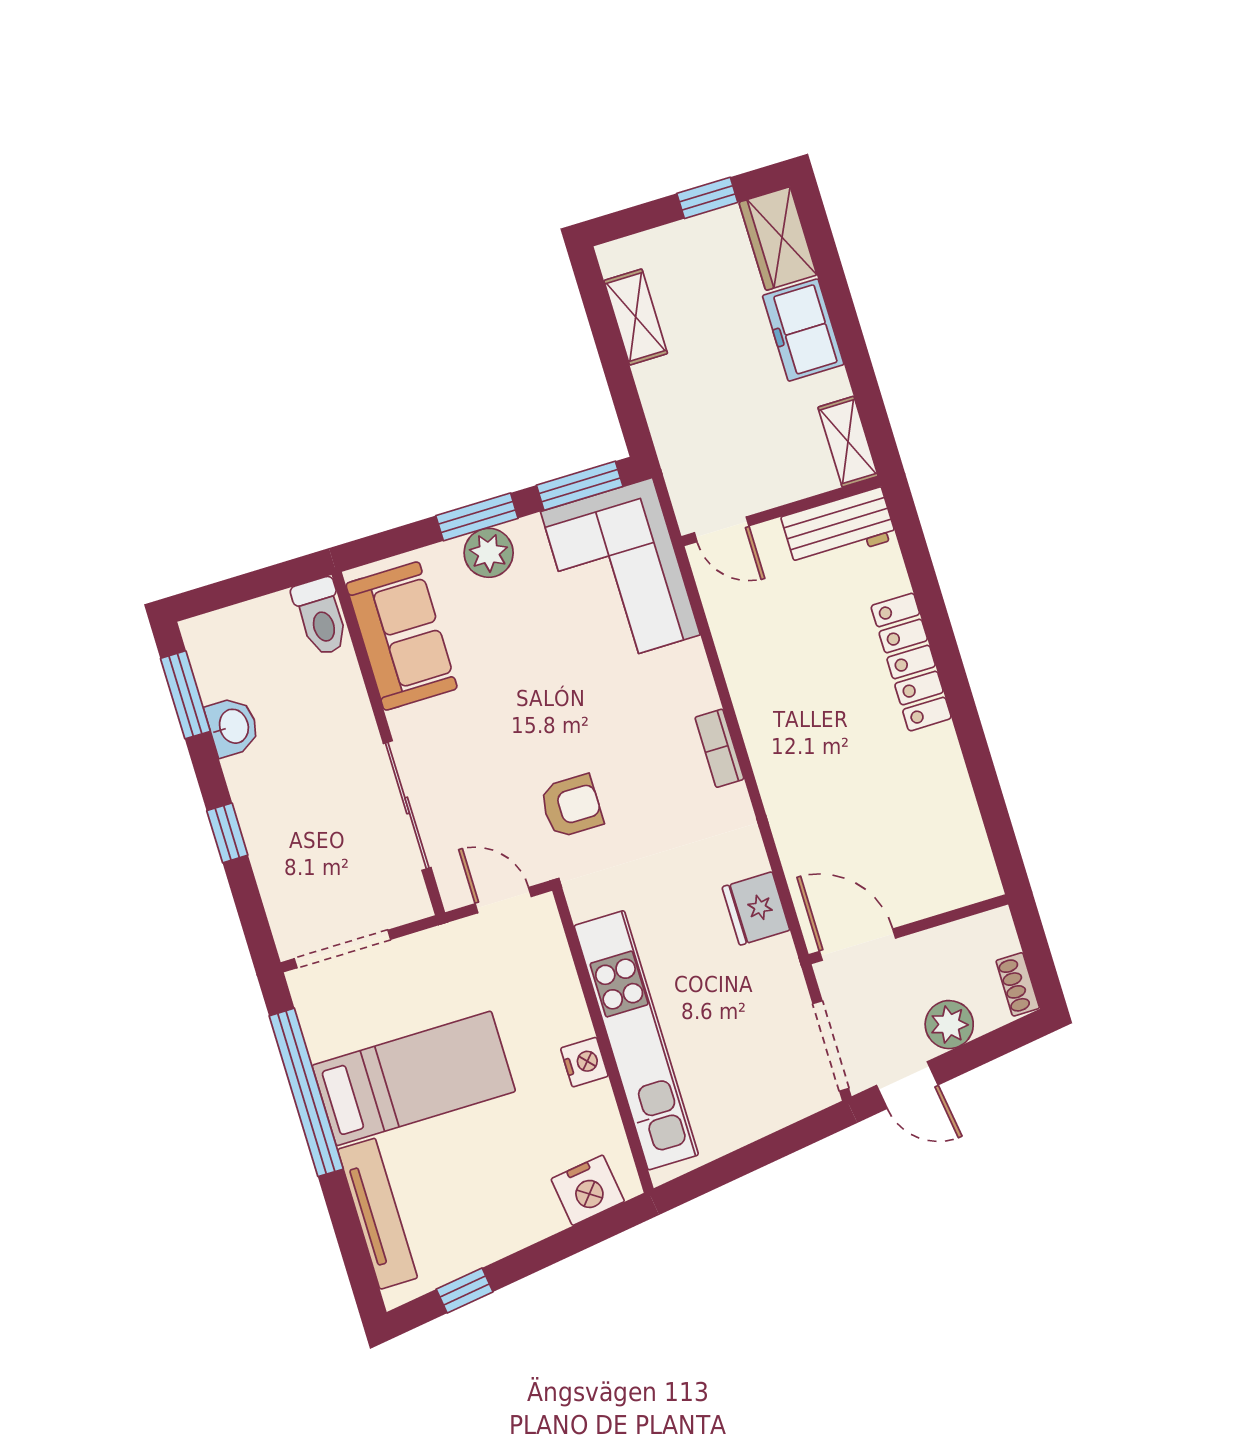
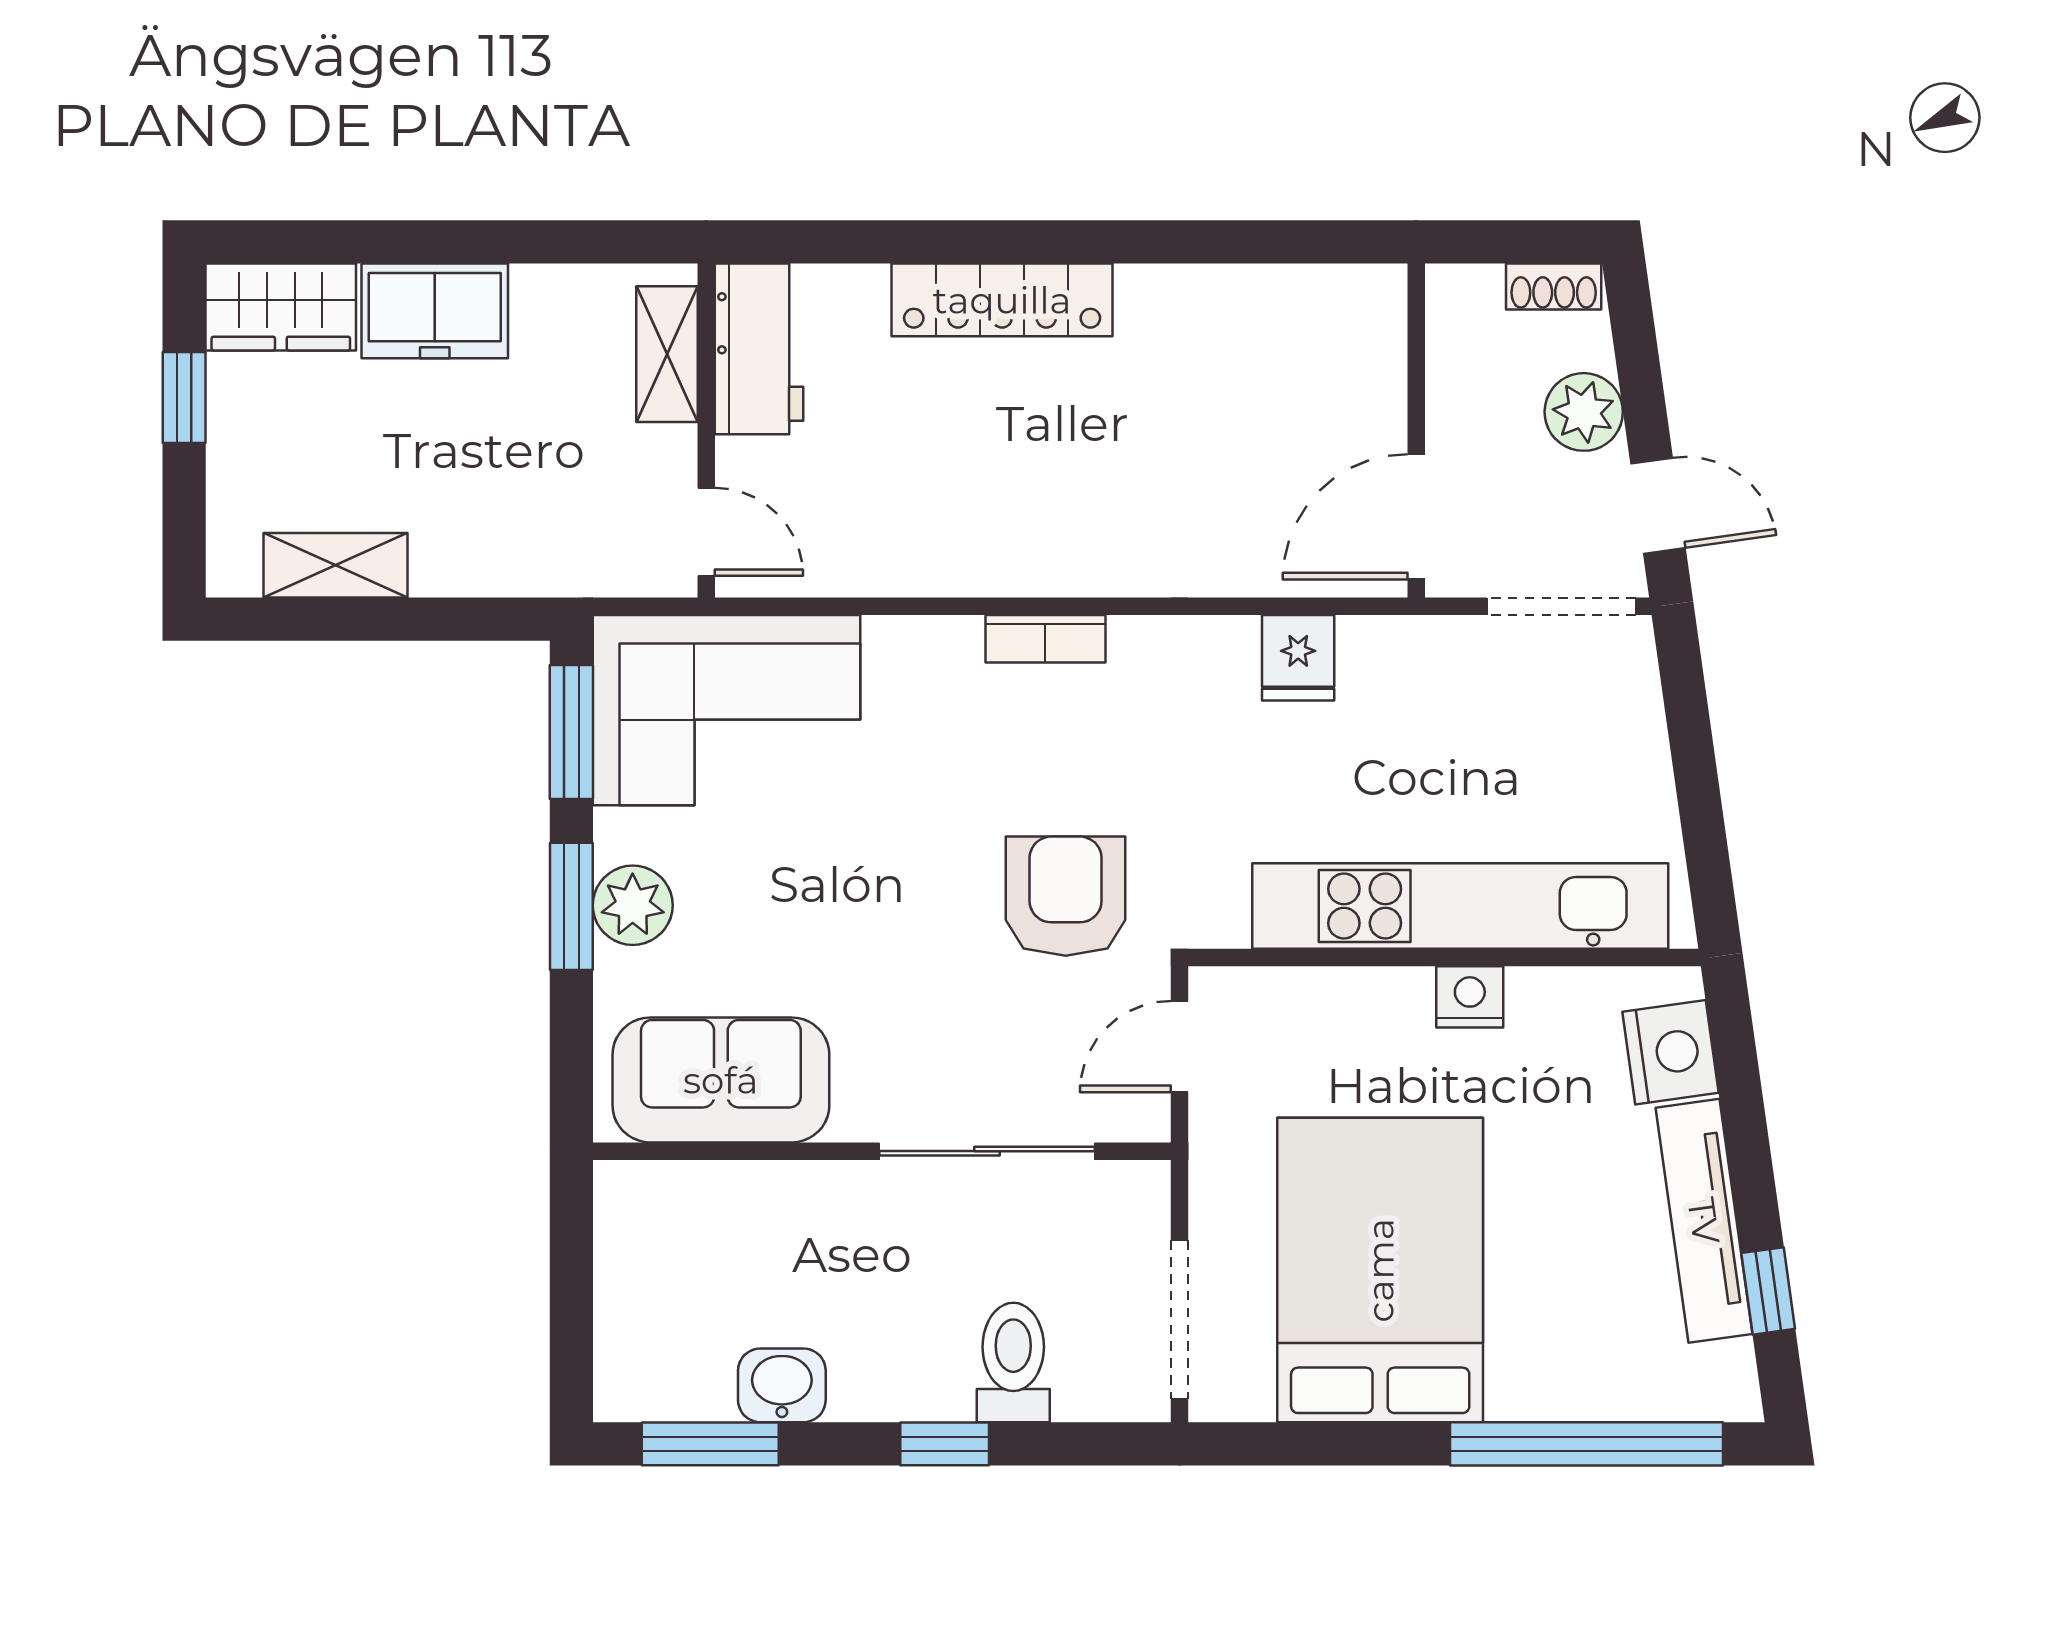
shelving: (848, 442) -> (667, 354), moved, turned 90
door: (722, 529) -> (706, 532), hinge flipped
toilet: (321, 617) -> (1013, 1362), moved, turned -90
armchair: (571, 806) -> (1066, 896), width x1.38, depth x1.38
fridge: (756, 909) -> (1298, 658), width x0.72
bed: (414, 1078) -> (1380, 1270), width x1.50
door: (907, 1085) -> (1658, 506), hinge flipped
window: (306, 1092) -> (1587, 1444), moved
tv unit: (378, 1214) -> (1704, 1221), moved, turned -98

